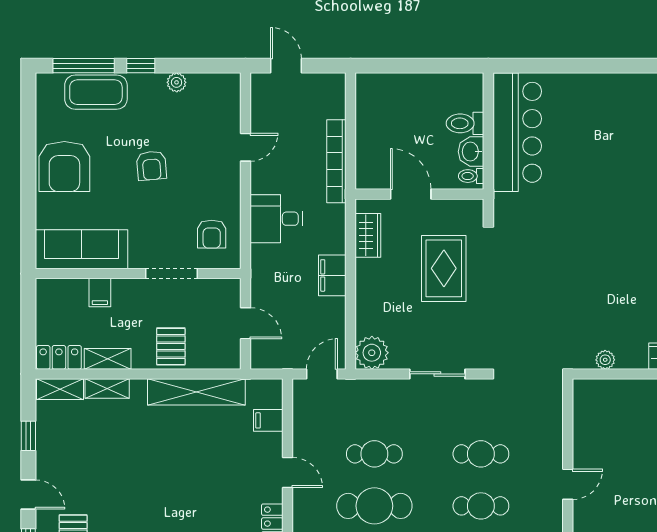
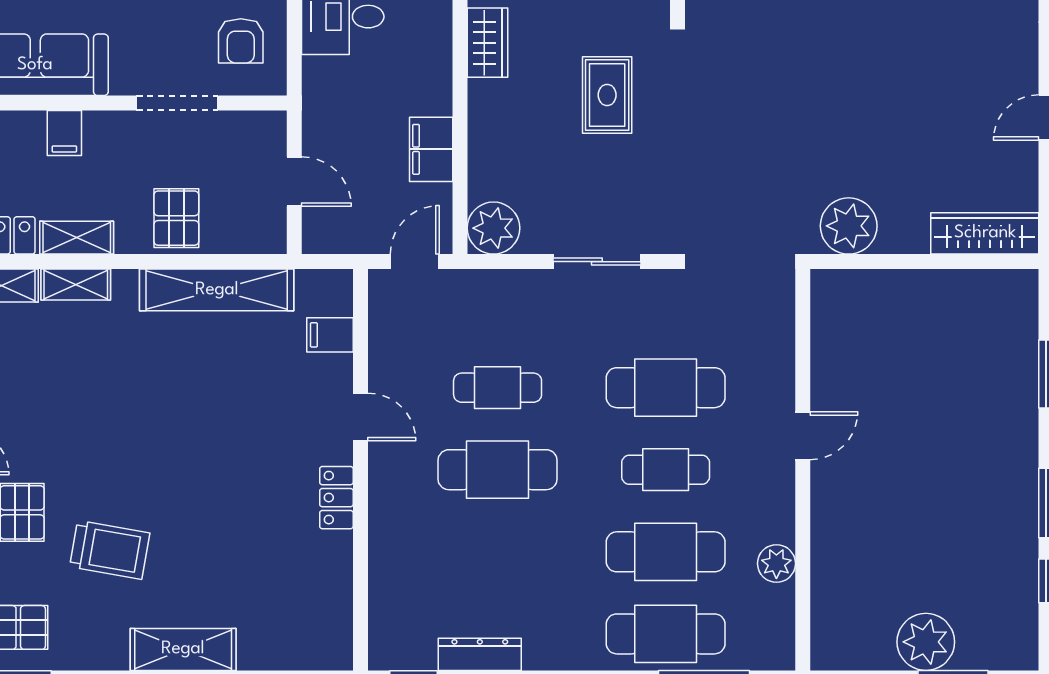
rug: (444, 268) -> (607, 95), width x0.73, depth x0.70
filing cabinet: (332, 275) -> (431, 149), moved
plant: (605, 360) -> (849, 226), width x1.87, depth x1.87
cafe table: (481, 454) -> (666, 388), width x1.37, depth x1.35

